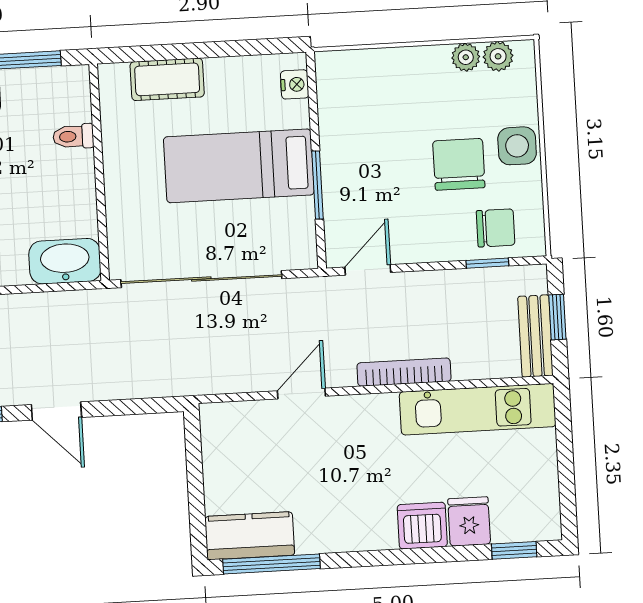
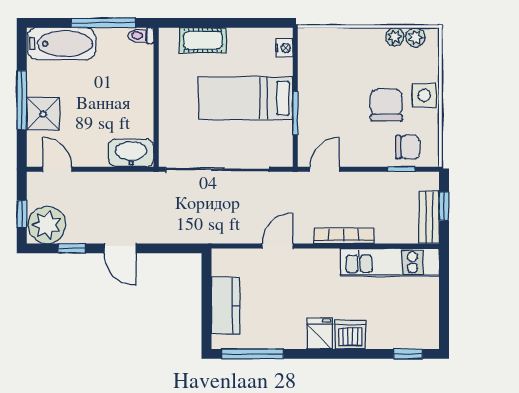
toilet: (73, 136) -> (141, 36), moved
fridge: (469, 521) -> (320, 334), moved
kitchen counter: (250, 536) -> (225, 306), moved, turned 90

